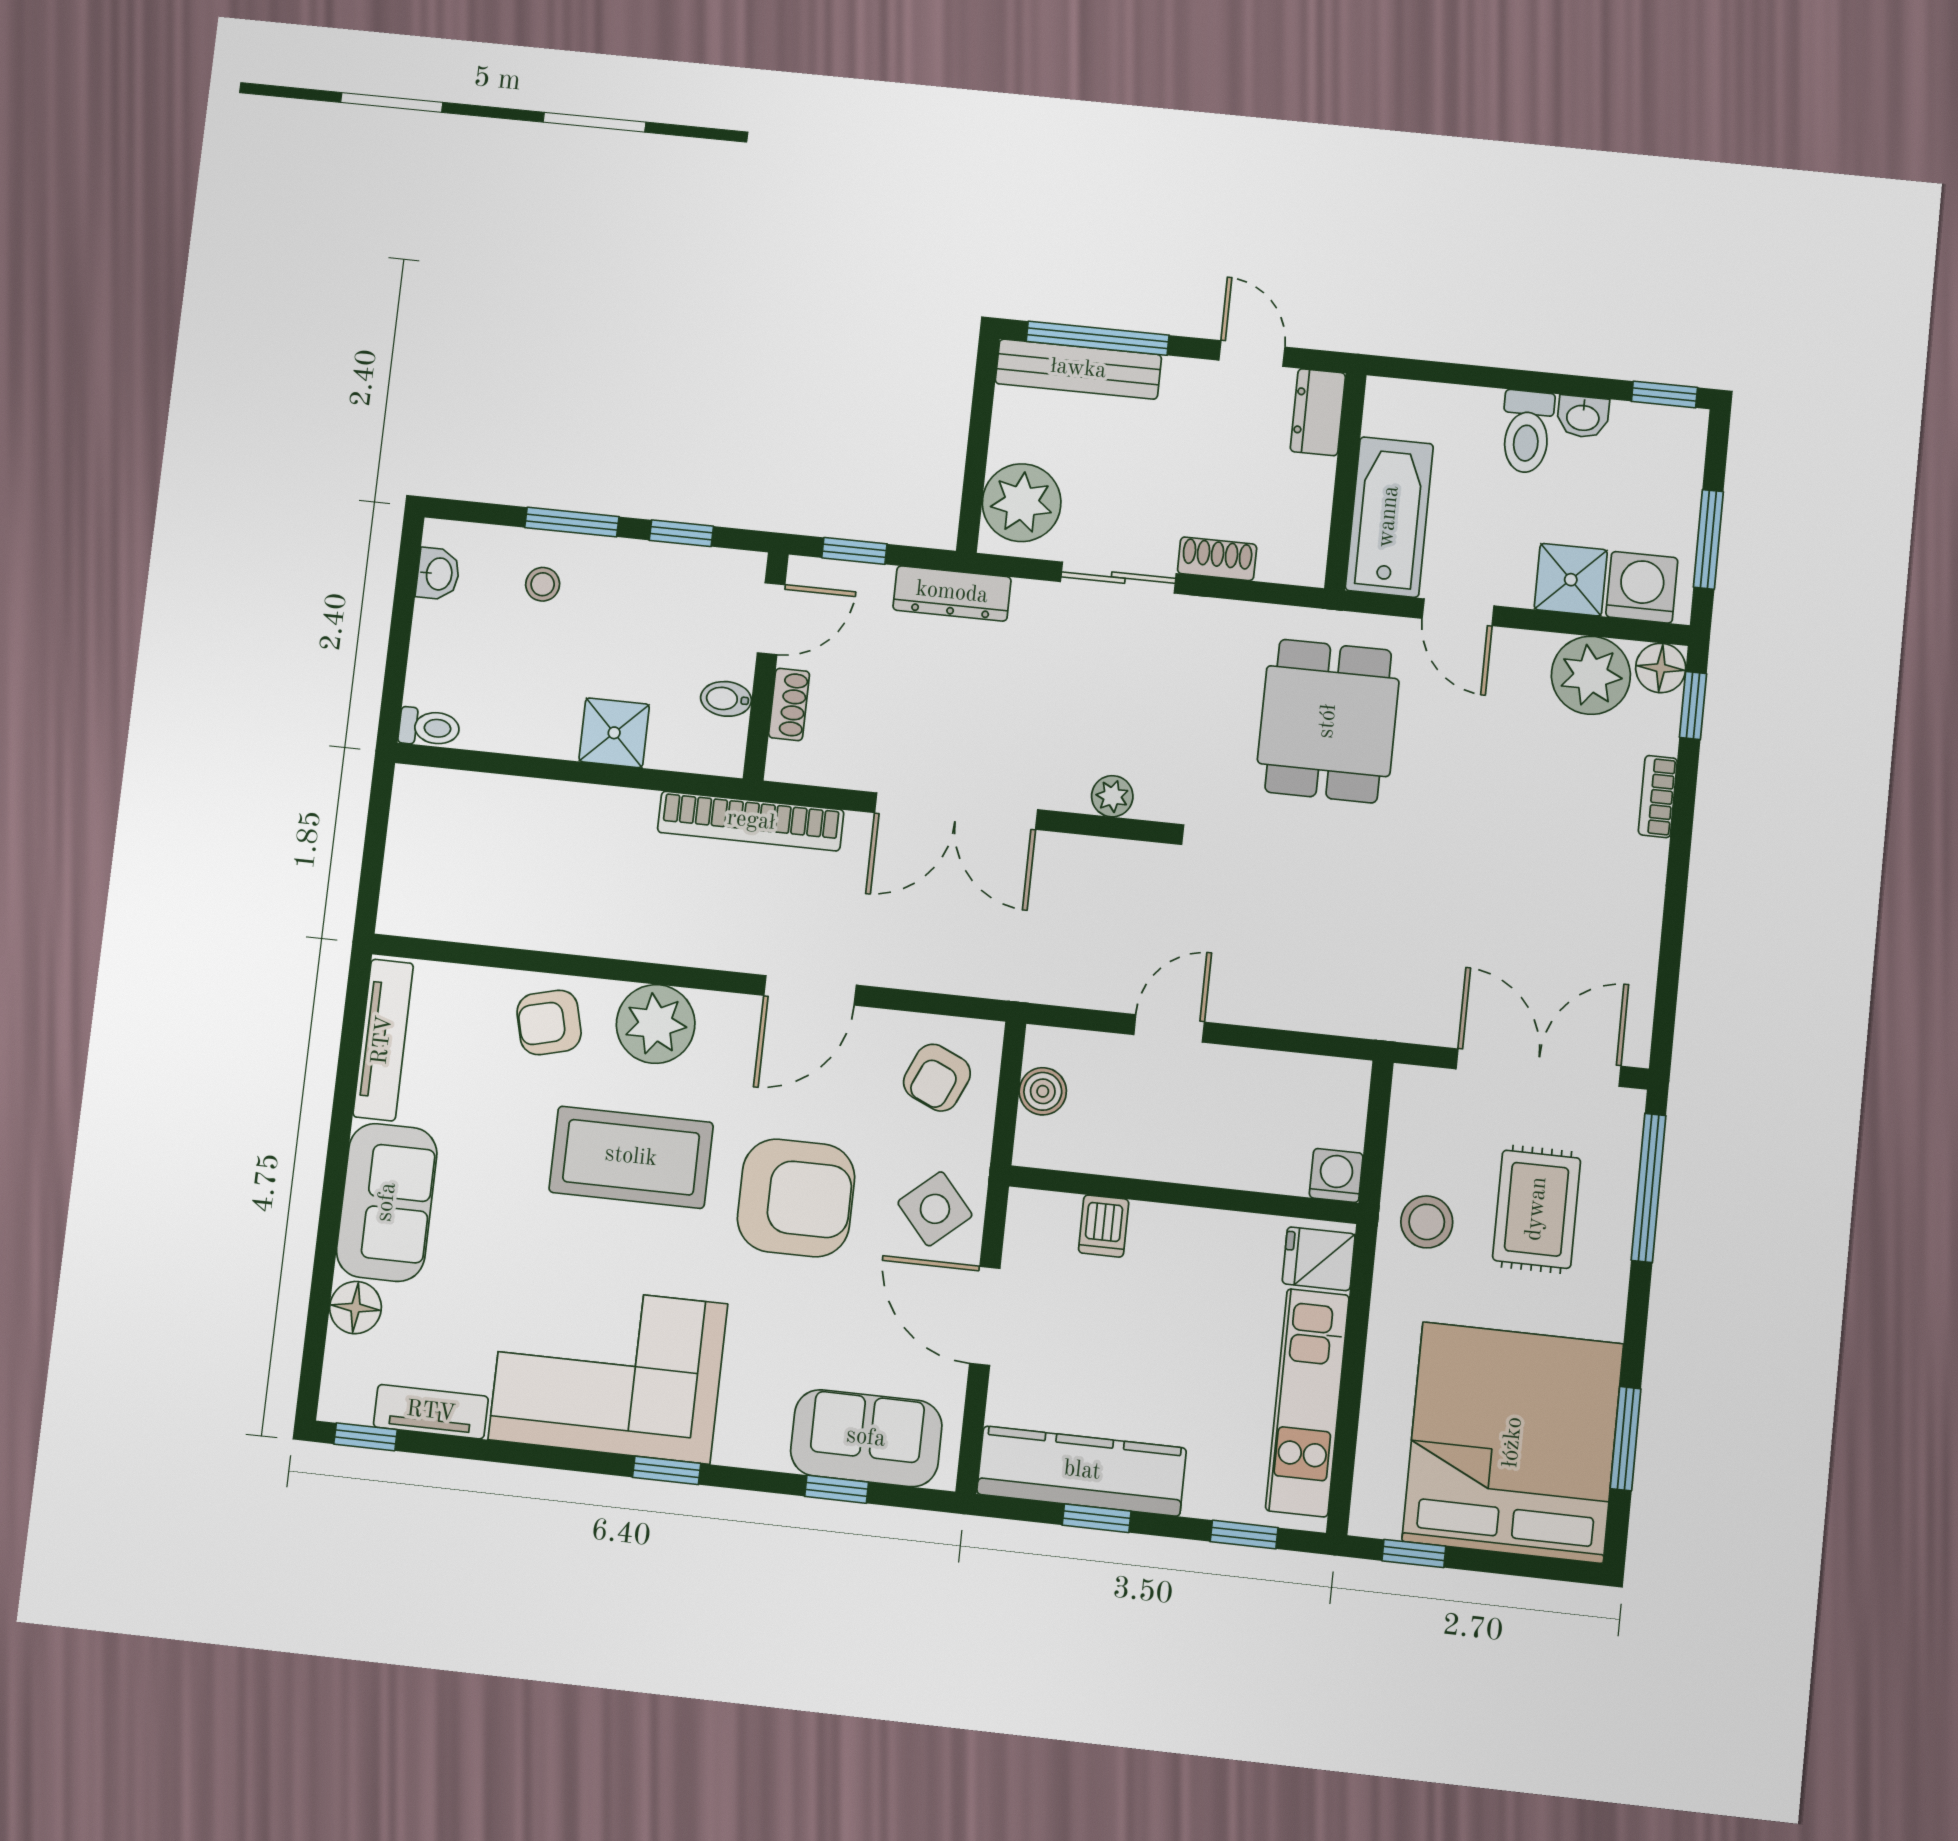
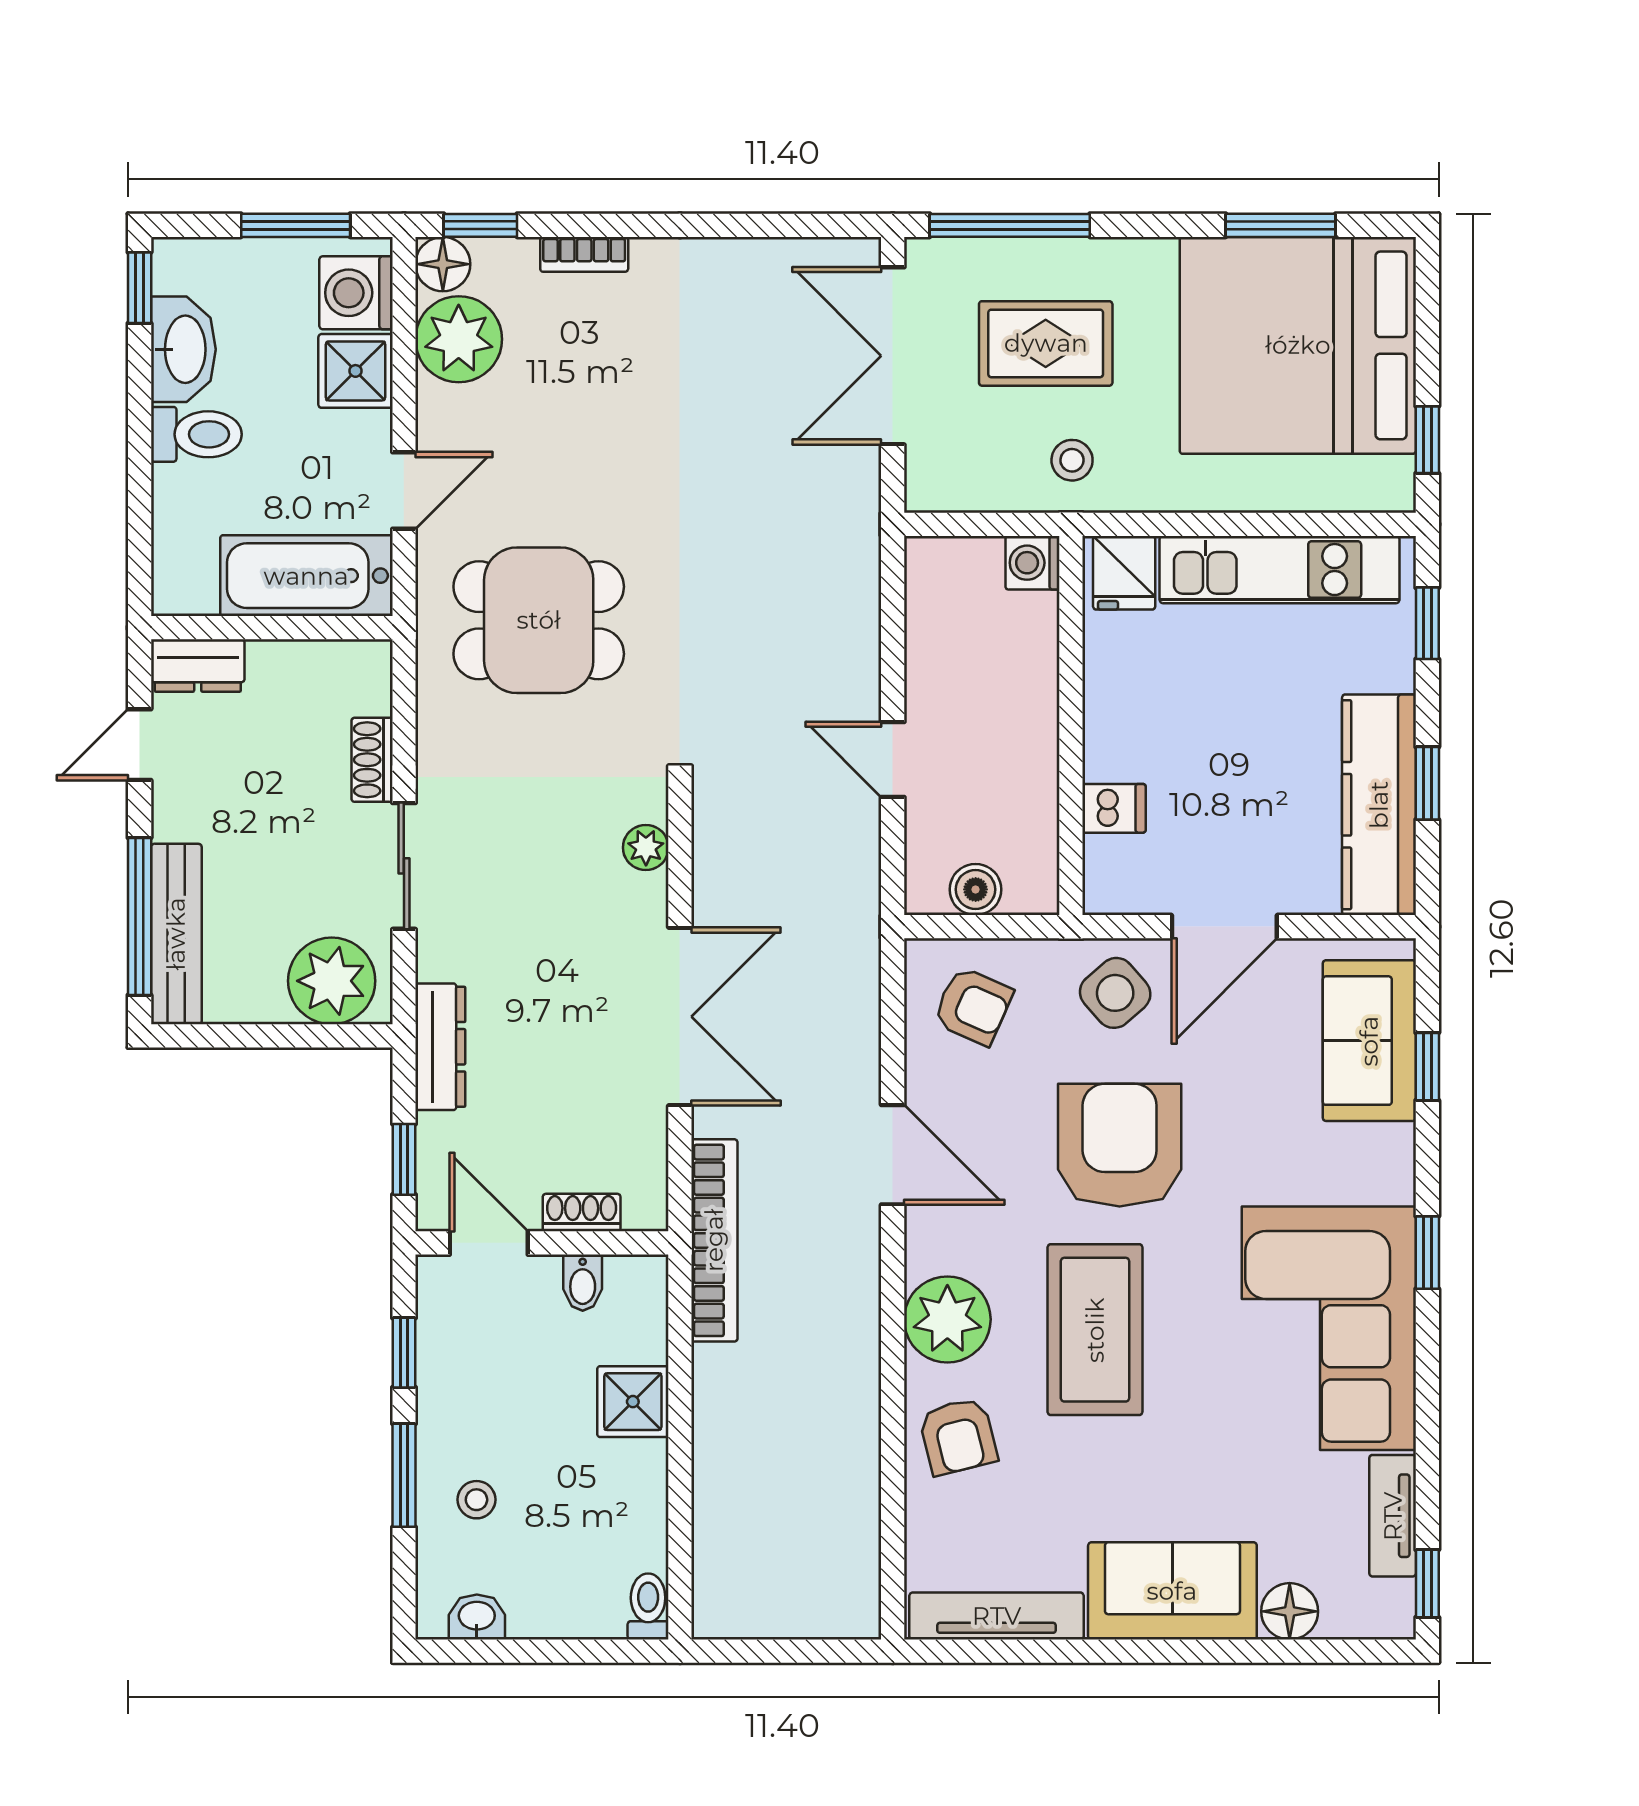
washbasin: (1583, 417) -> (183, 349), width x1.91, depth x1.45
stool: (1427, 1222) -> (1072, 460), width x0.73, depth x0.73

